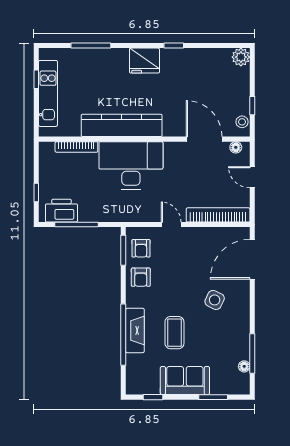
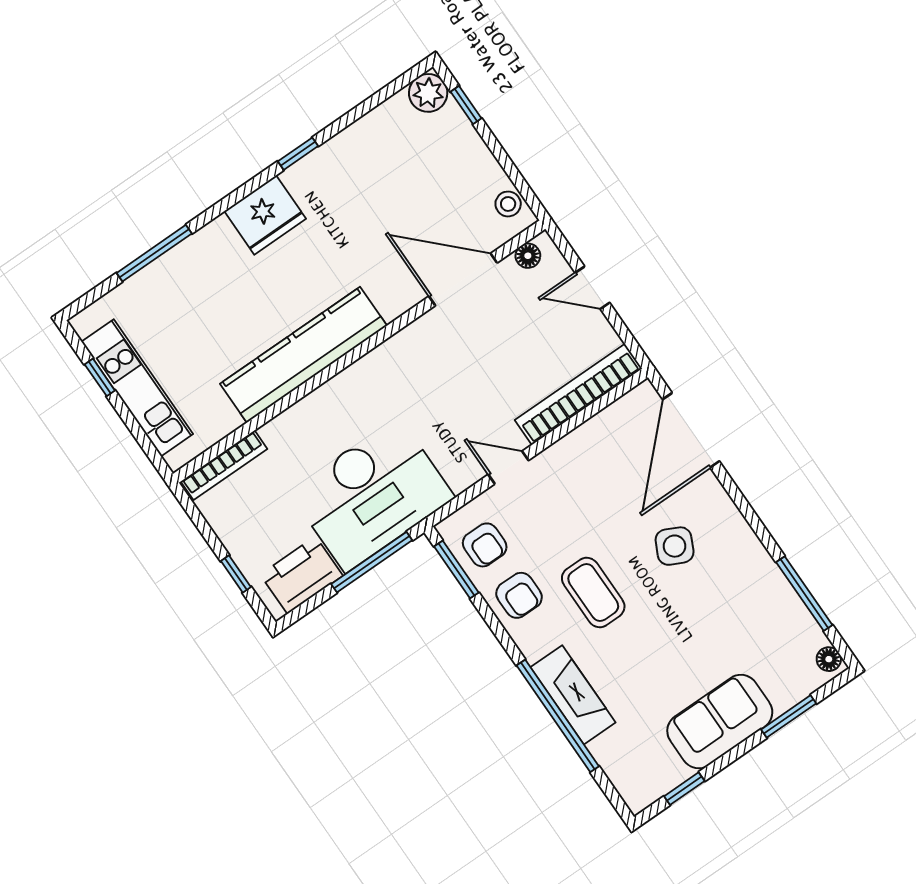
window: (252, 106) -> (466, 105), moved
bookcase: (76, 147) -> (224, 465), moved
desk: (131, 165) -> (372, 495), moved, turned 180
window: (77, 225) -> (372, 562), moved
coffee table: (174, 333) -> (593, 593), moved
floor lamp: (244, 366) -> (829, 659), moved

